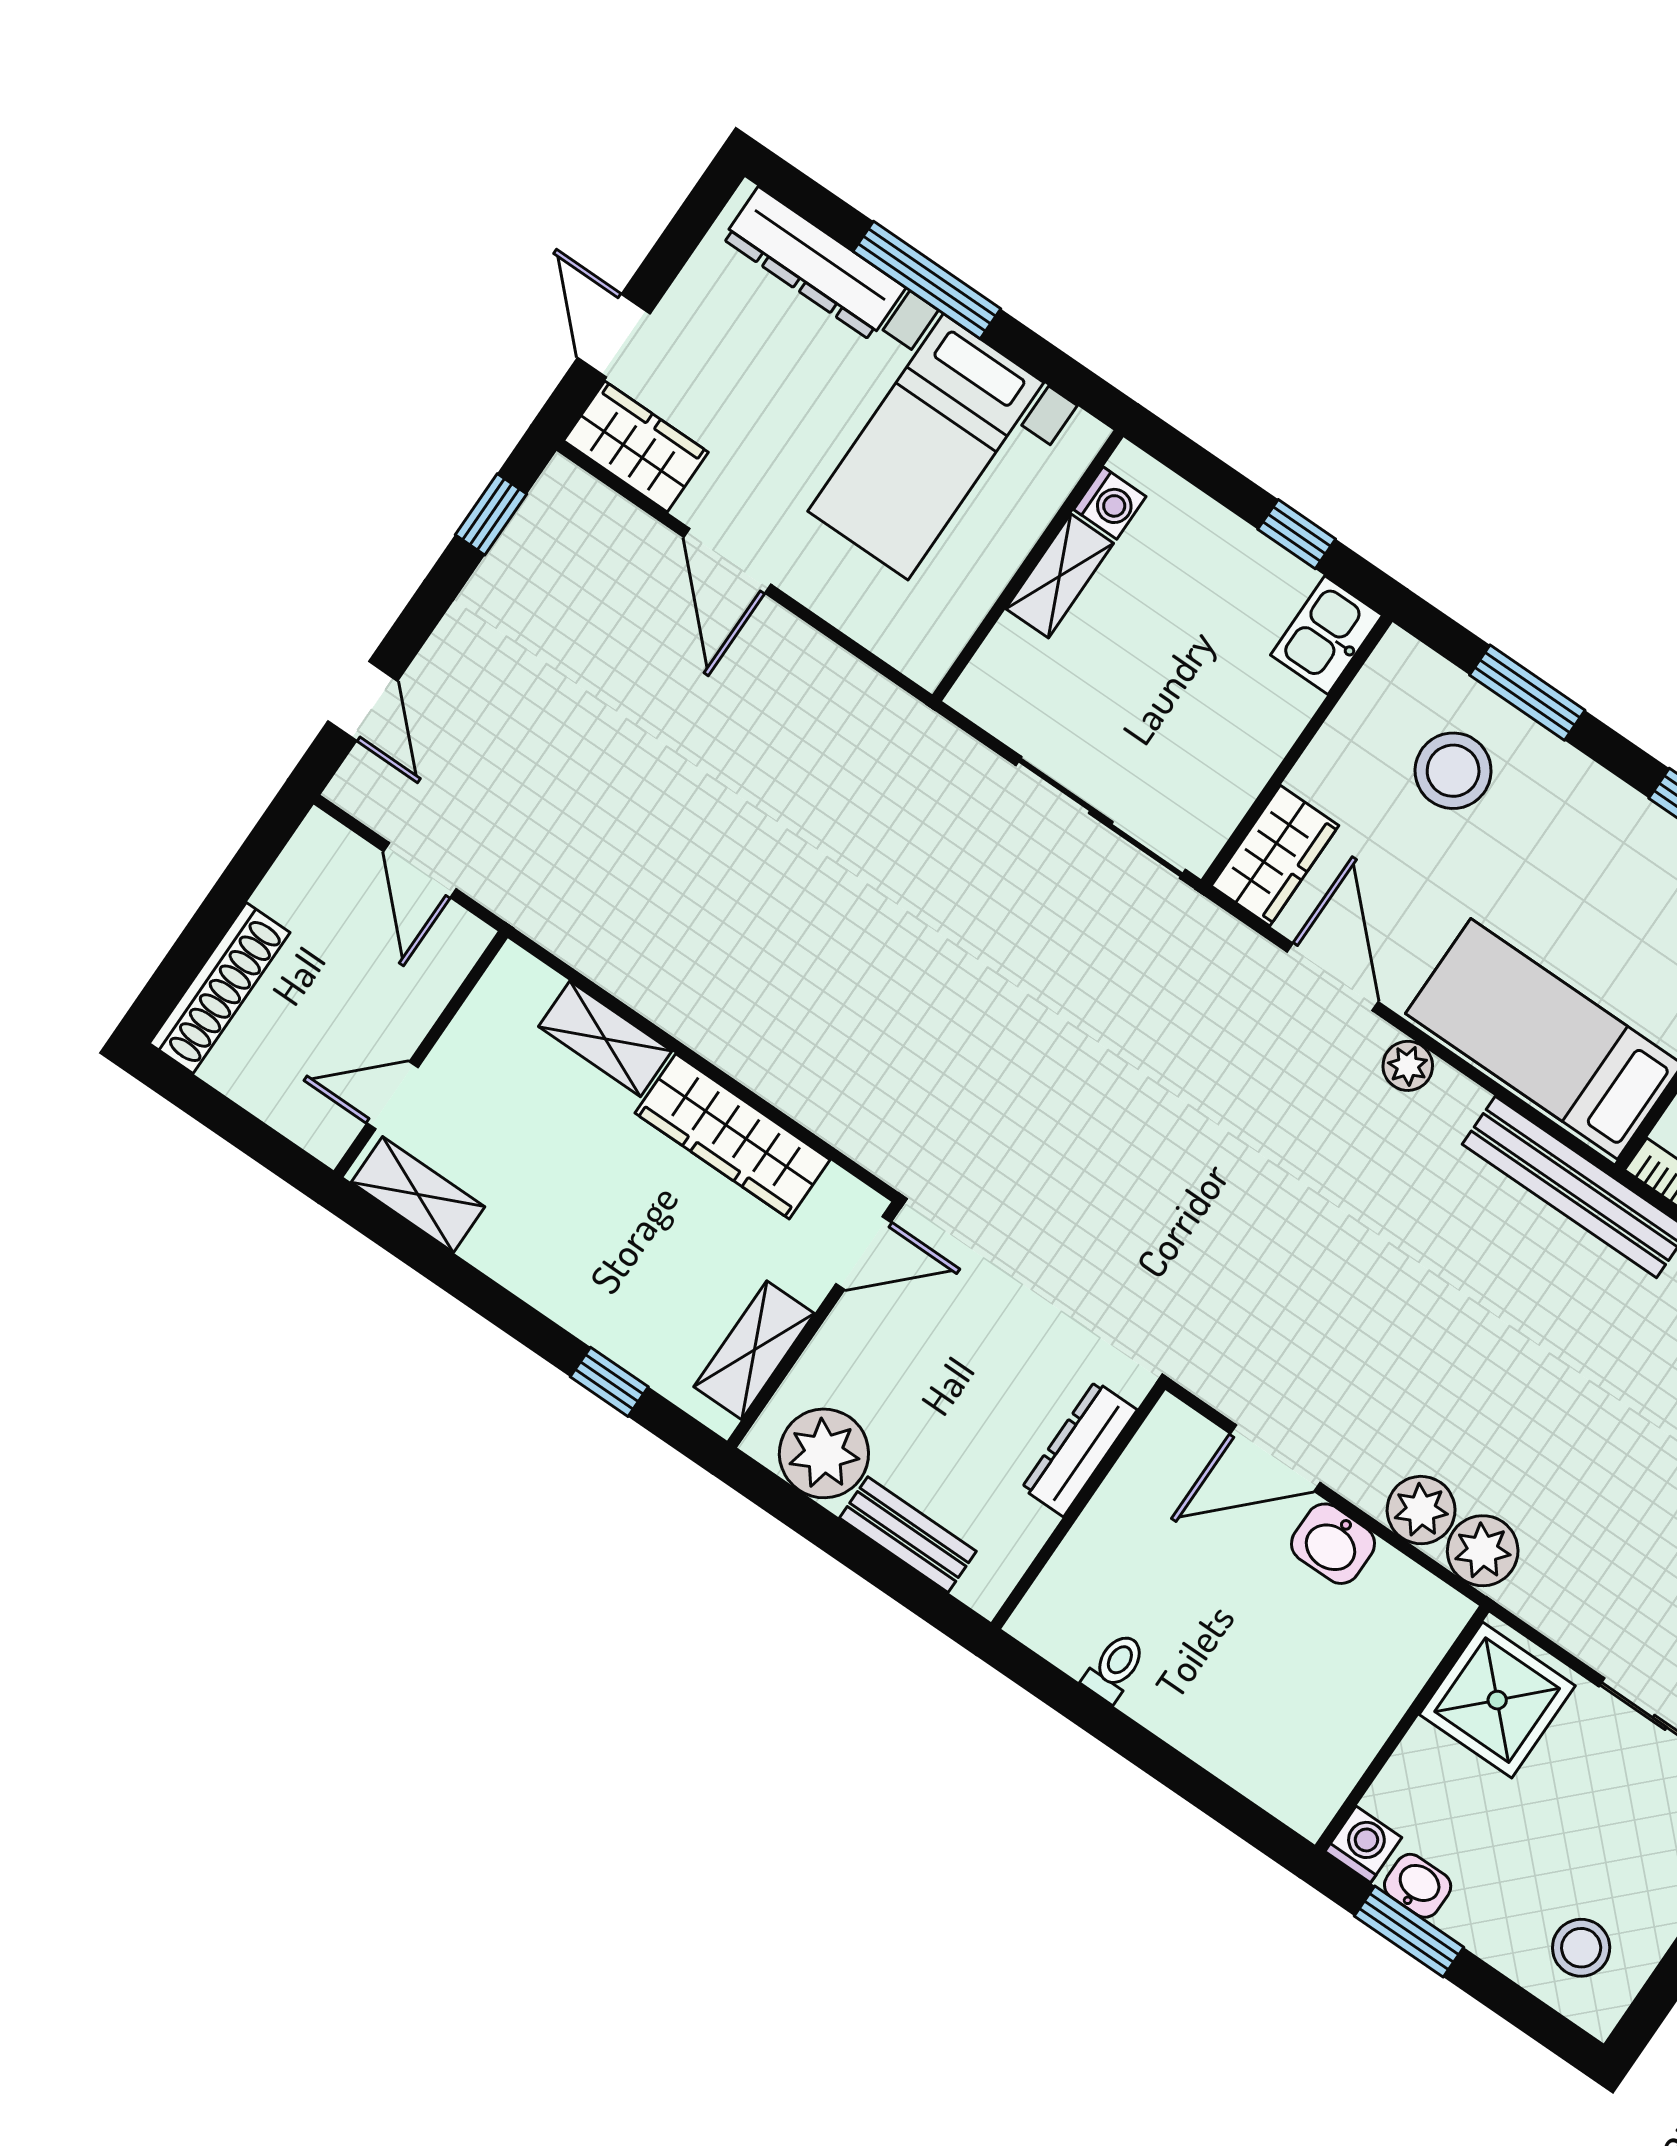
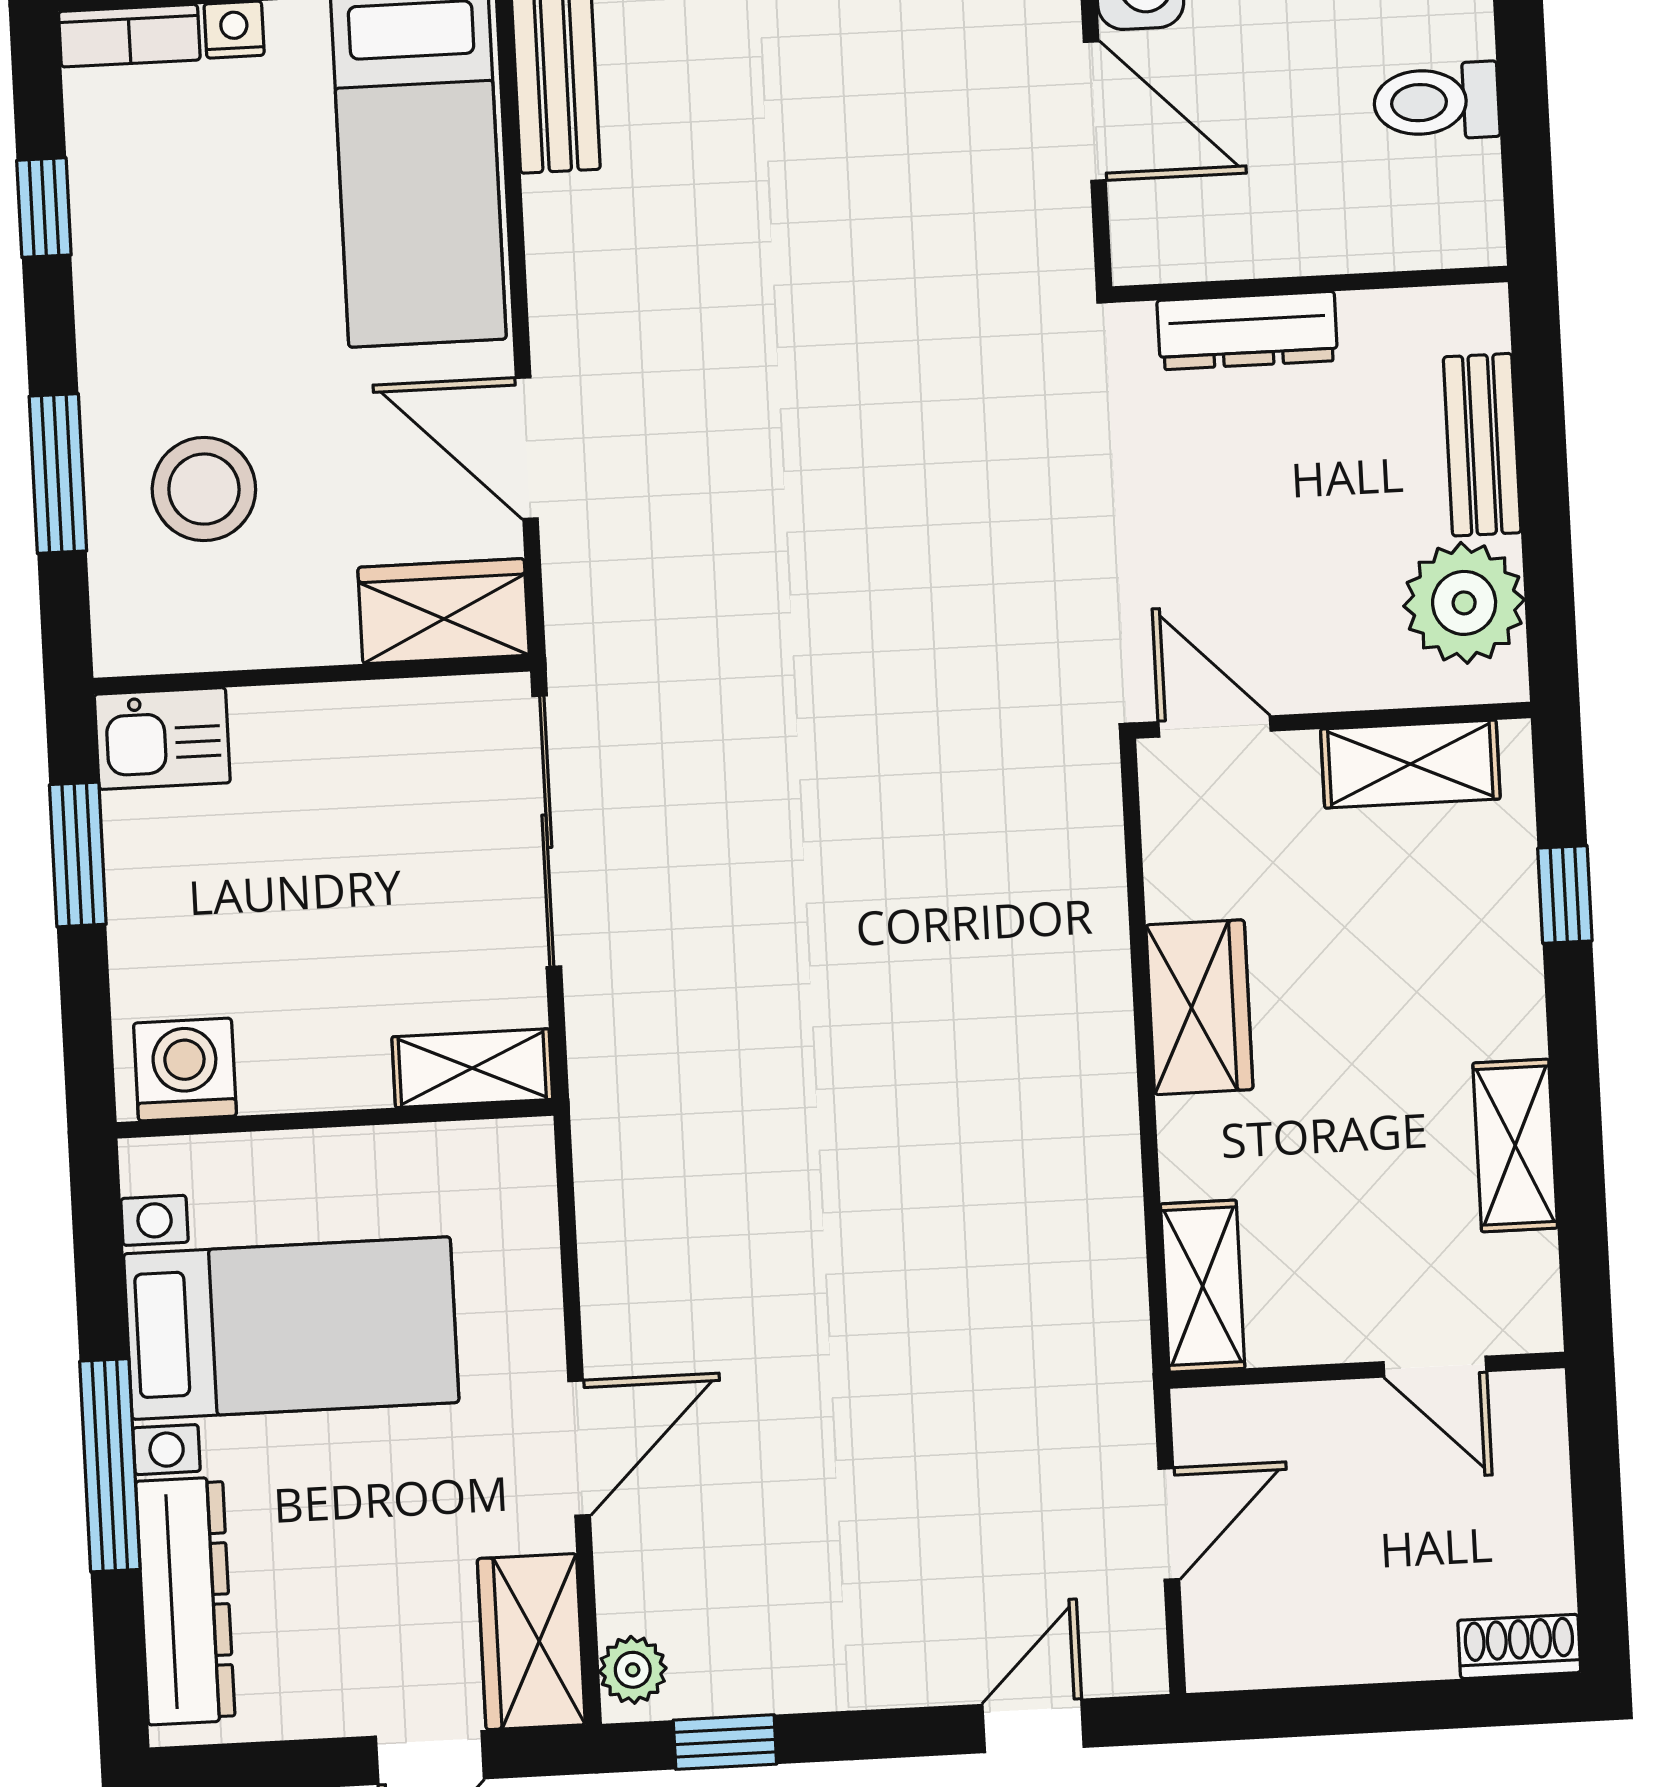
washing machine: (1110, 503) -> (185, 1070), width x1.38, depth x1.38
window: (1297, 534) -> (78, 854), width x1.50
shelving: (1060, 576) -> (472, 1068), moved
door: (1333, 977) -> (527, 448), hinge flipped
shoe rack: (220, 988) -> (1519, 1646), width x0.51, depth x0.81
shelving: (605, 1039) -> (1203, 1286), moved
plant: (1408, 1066) -> (633, 1670), moved
wardrobe: (733, 1136) -> (1199, 1007), width x0.67
shelving: (418, 1195) -> (1515, 1146), moved
toilet: (1115, 1667) -> (1436, 102), width x1.37, depth x1.39

